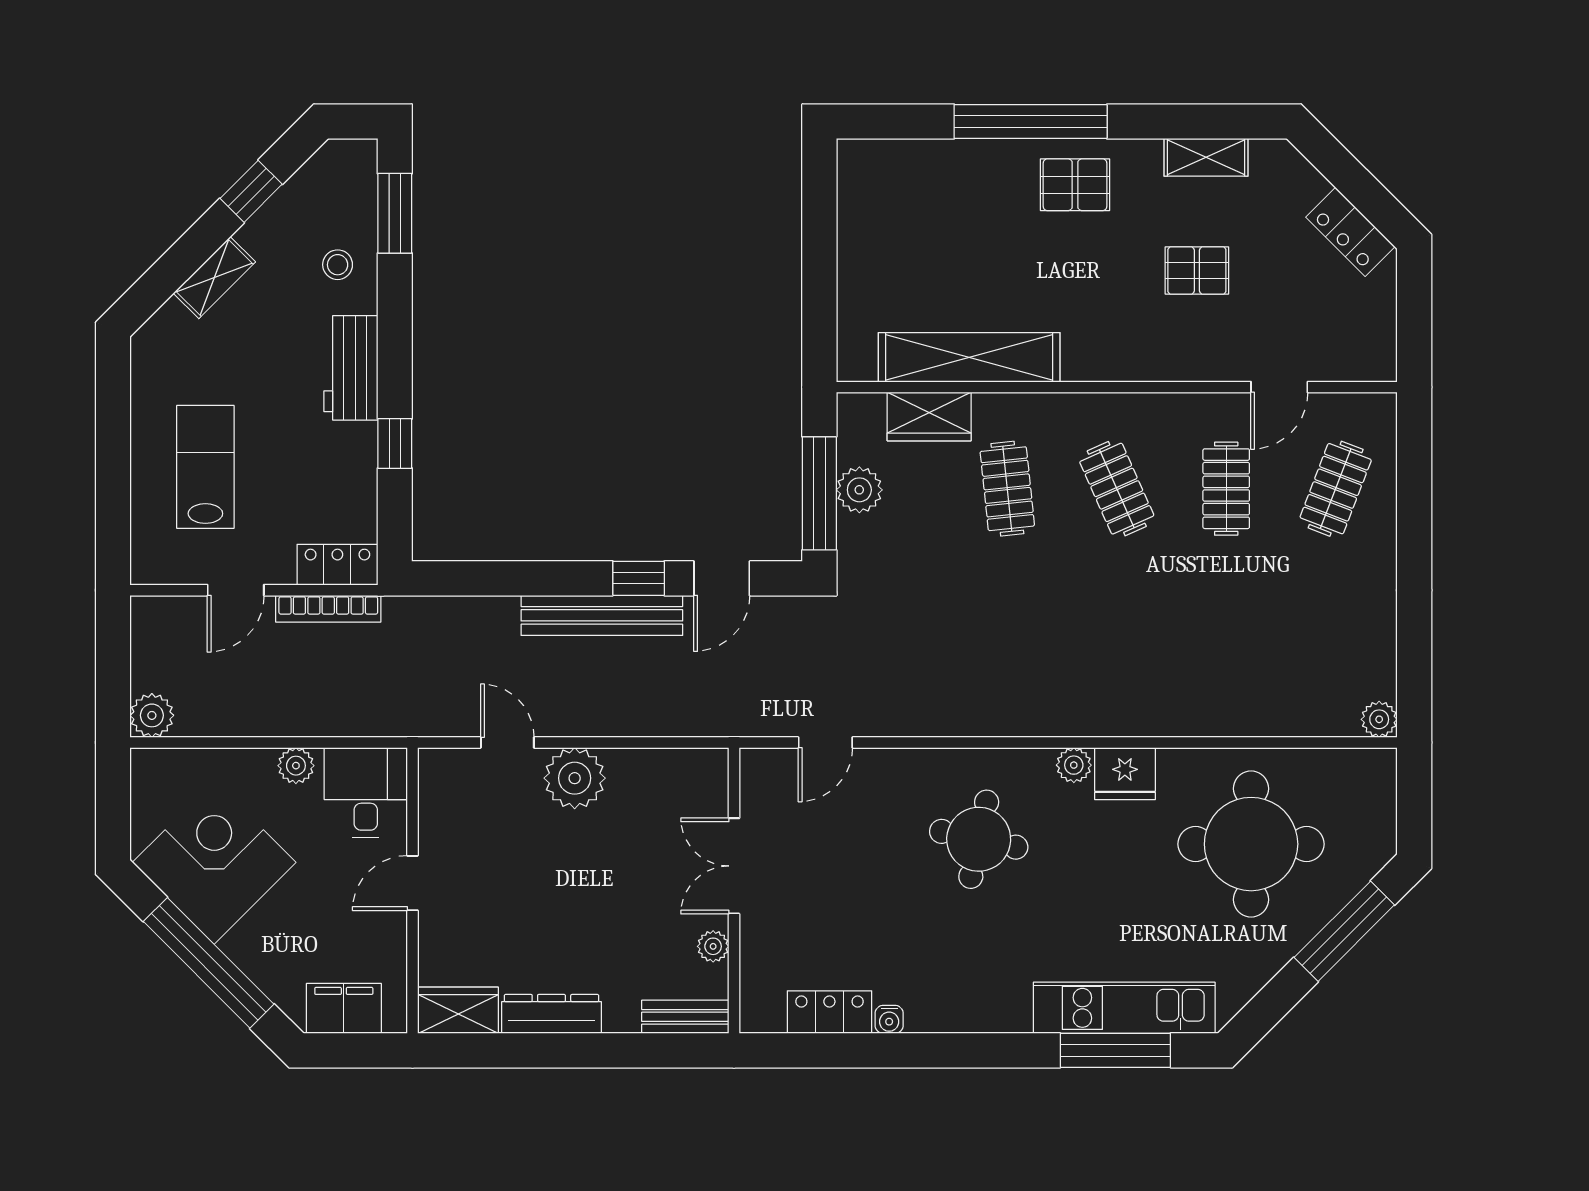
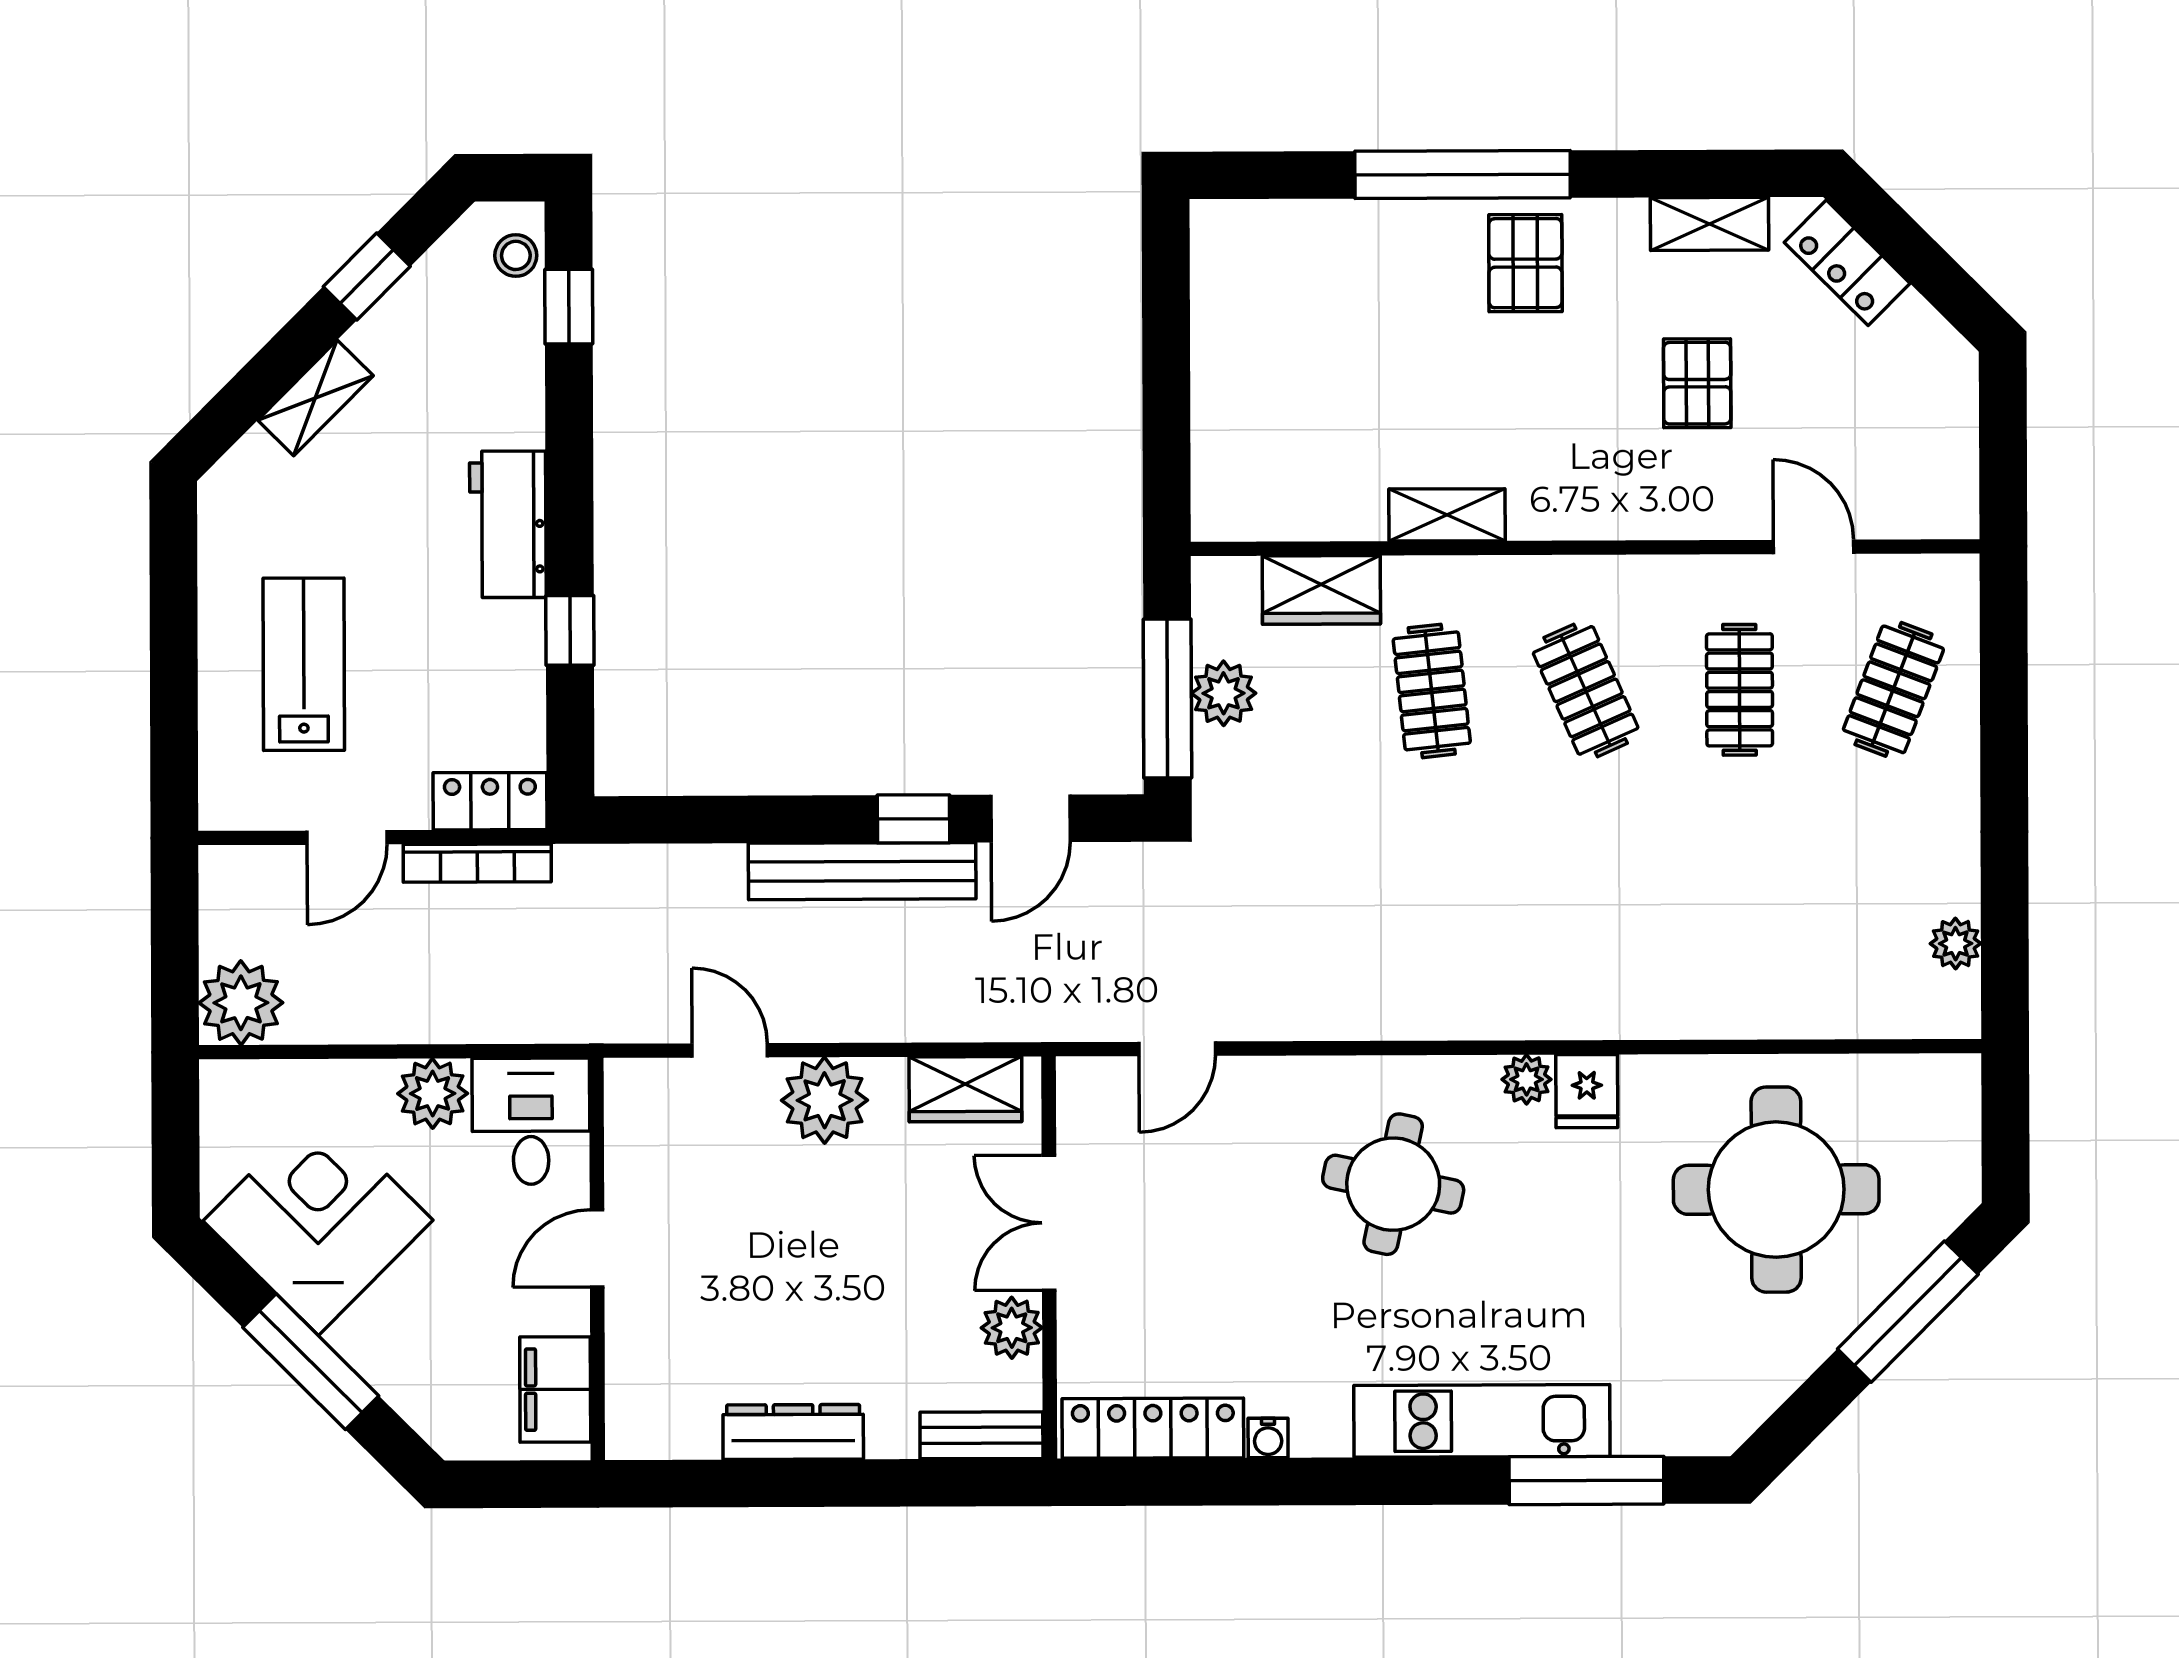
pallet: (1075, 185) -> (1525, 263), turned 90
window: (395, 213) -> (569, 307), width x0.67
locker: (1350, 232) -> (1847, 263), moved
stool: (338, 265) -> (516, 255), moved
pallet: (1197, 270) -> (1697, 383), turned 90
shelving: (969, 357) -> (1447, 515), width x0.45, depth x0.75
door: (1279, 387) -> (1814, 547), swing flipped
plant: (152, 715) -> (241, 1003), width x1.36, depth x1.36
plant: (1379, 719) -> (1956, 944), moved
plant: (296, 766) -> (433, 1093), width x1.38, depth x1.38
fridge: (1125, 774) -> (1587, 1091), width x0.72
plant: (713, 946) -> (1012, 1328), width x1.38, depth x1.38
window: (209, 963) -> (311, 1362), width x0.68
filing cabinet: (344, 1008) -> (555, 1389), moved, turned -90
kitchen unit: (1124, 1008) -> (1482, 1421), moved
wardrobe: (458, 1010) -> (965, 1089), moved, turned 180
locker: (829, 1012) -> (1153, 1428), width x1.53

